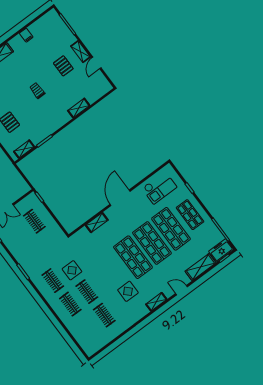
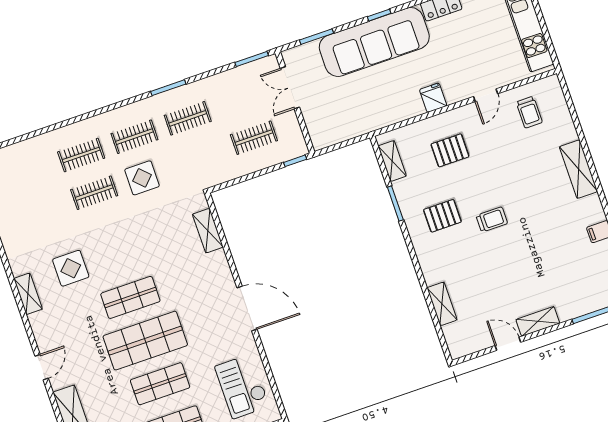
pallet: (63, 66) -> (442, 216), moved
shelving: (79, 108) -> (442, 304), moved
shelving: (97, 223) -> (208, 231), moved
shop shelf: (171, 229) -> (160, 384), width x0.70, depth x0.74
shop shelf: (133, 257) -> (130, 297), width x0.70, depth x0.74
shelving: (156, 302) -> (28, 294), moved
clothes rail: (104, 315) -> (188, 118), moved

